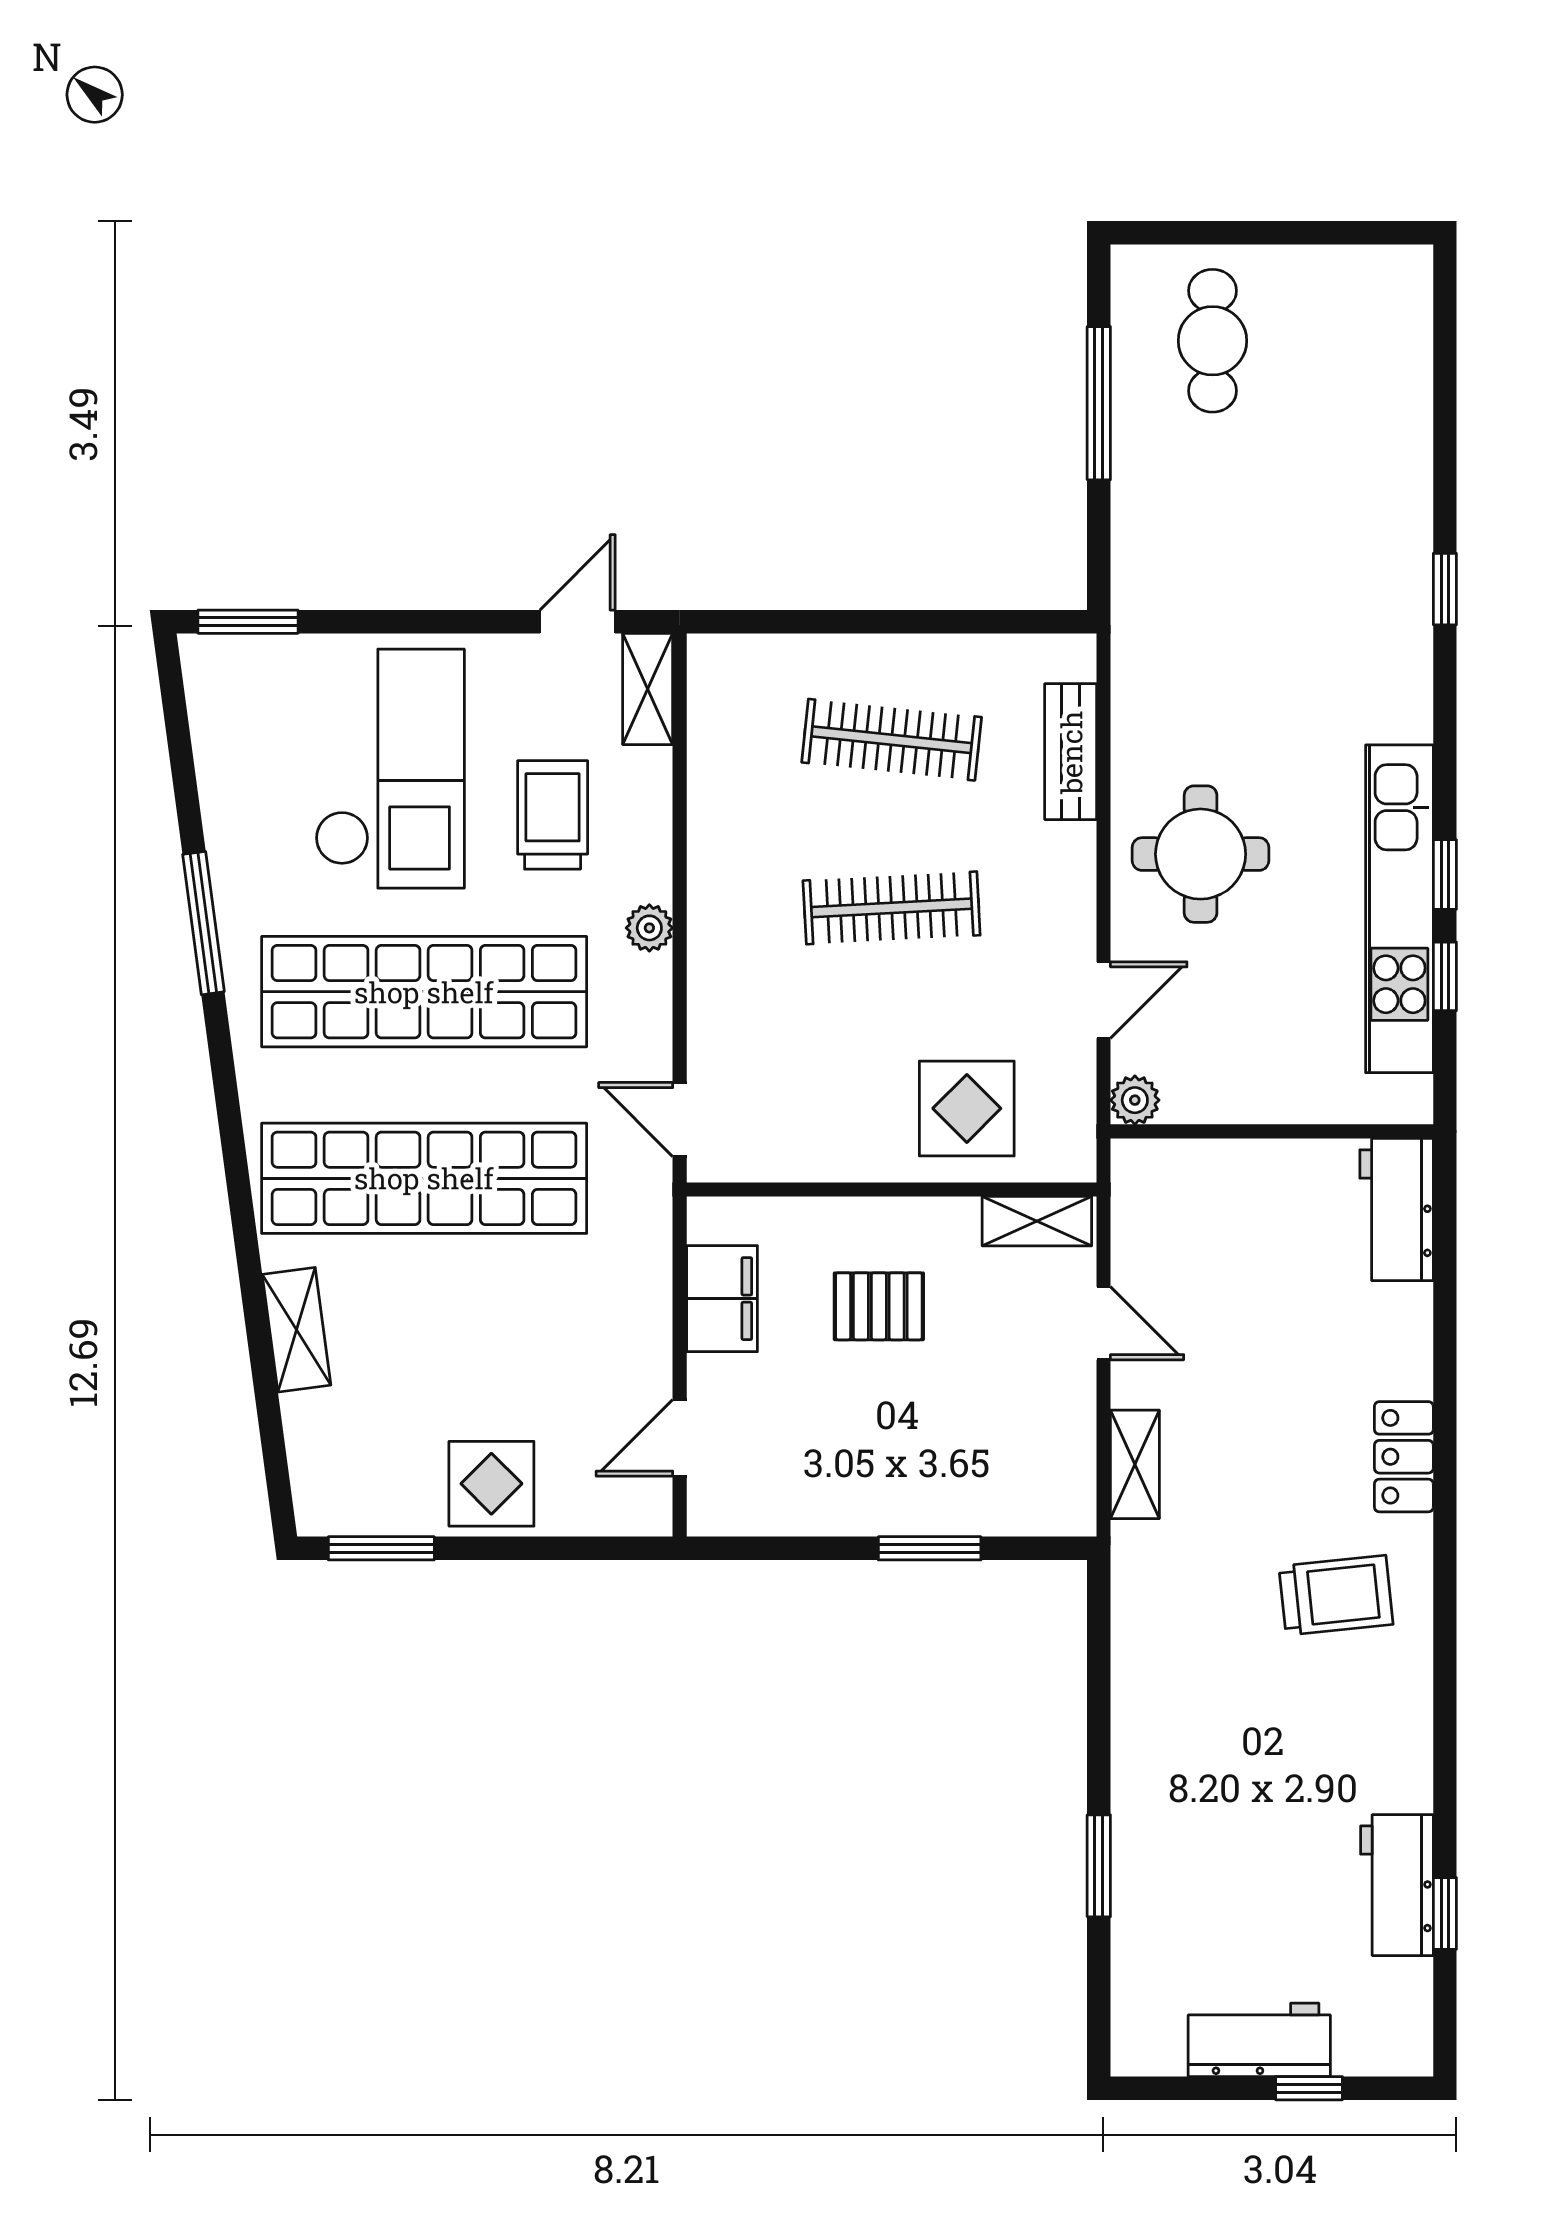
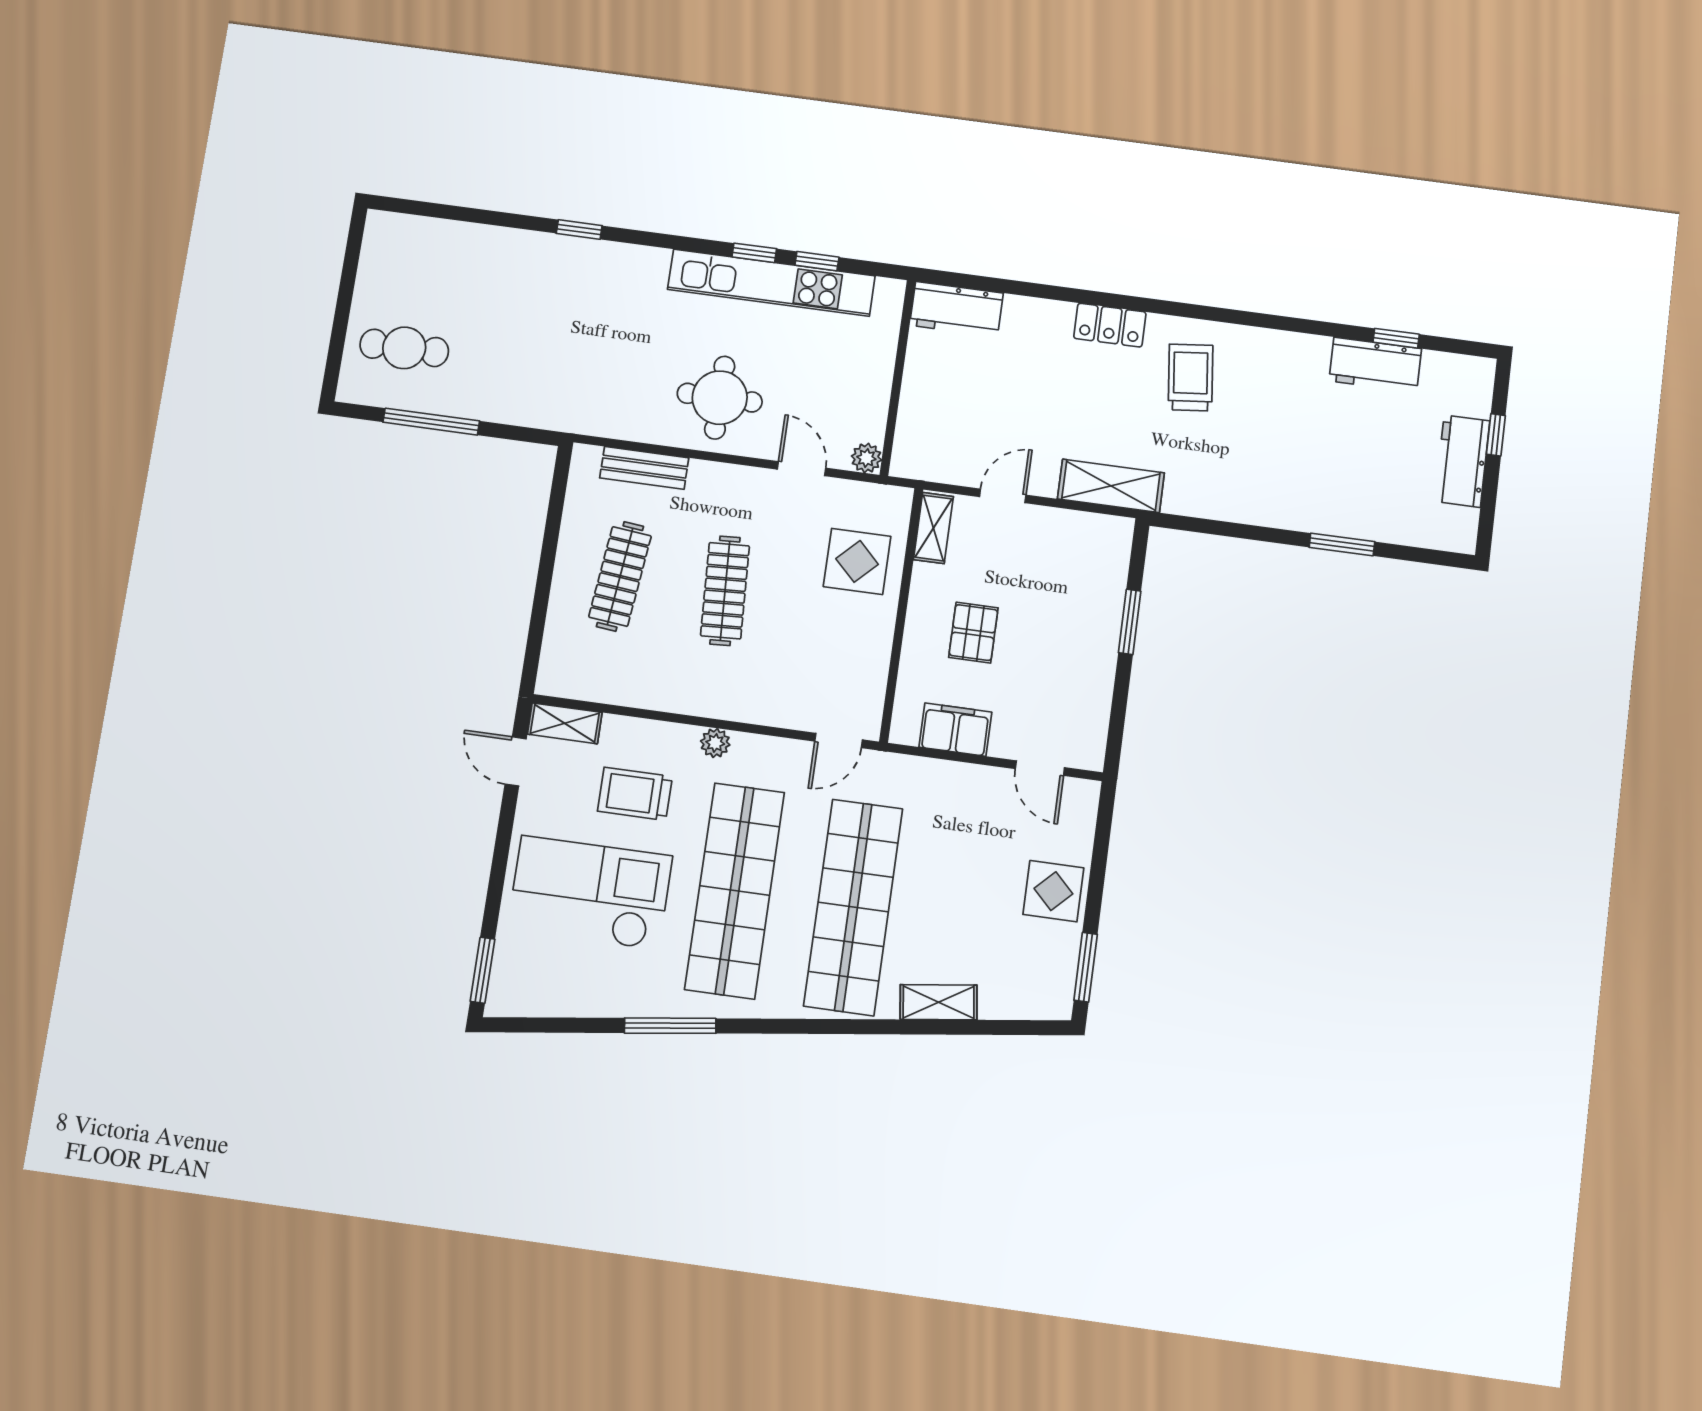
shelving: (1135, 1464) -> (1111, 486), width x1.50, depth x1.33

